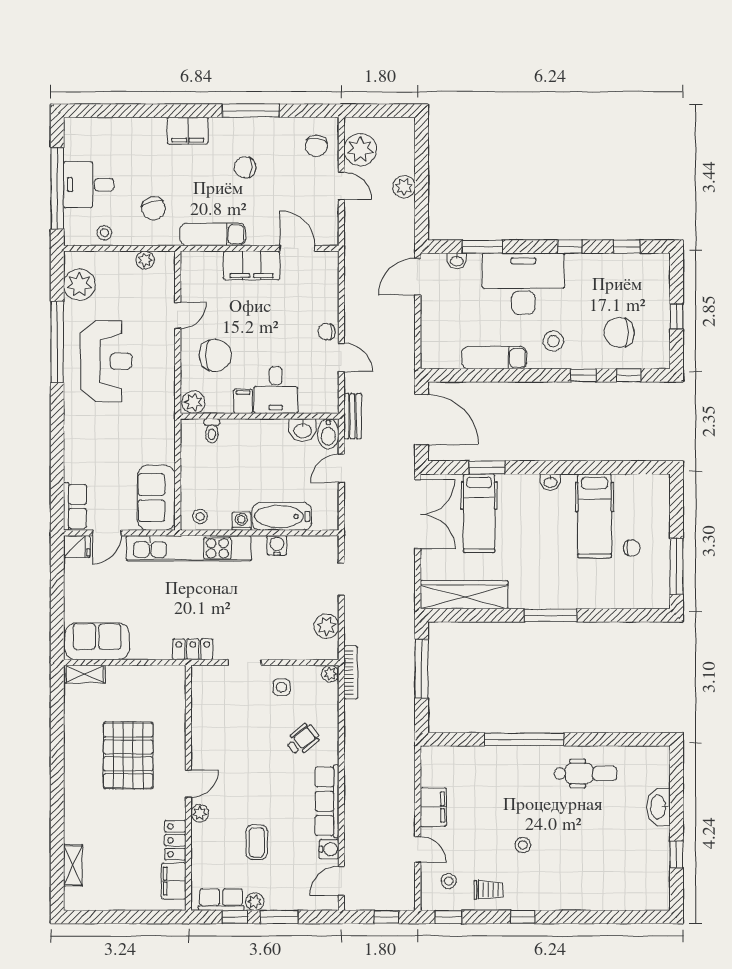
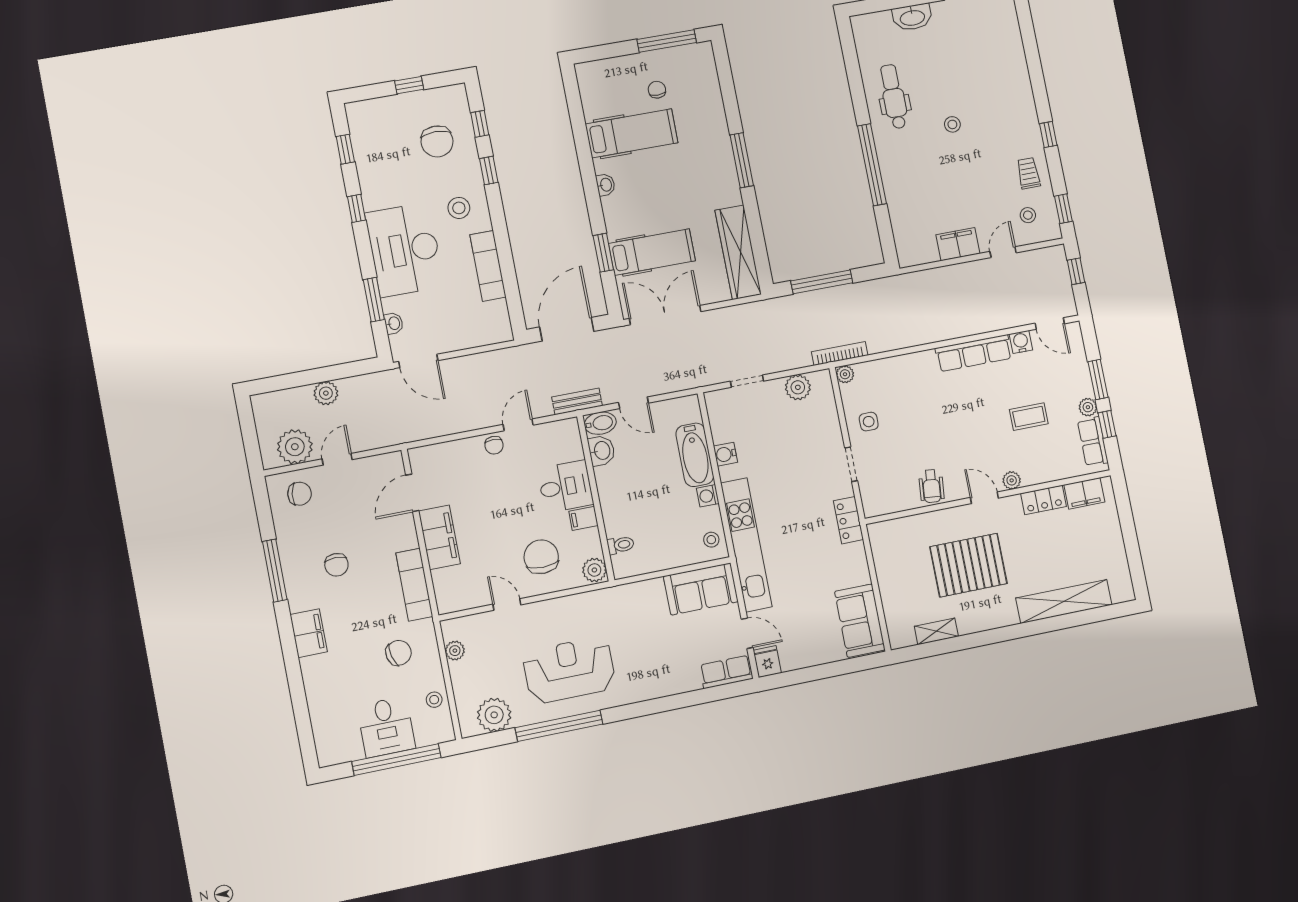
shelving: (85, 674) -> (936, 631), moved, turned 90
wheelchair: (303, 740) -> (931, 486), moved, turned -135
stool: (523, 845) -> (952, 124), moved
shelving: (73, 865) -> (1064, 601), width x2.20, depth x1.33

